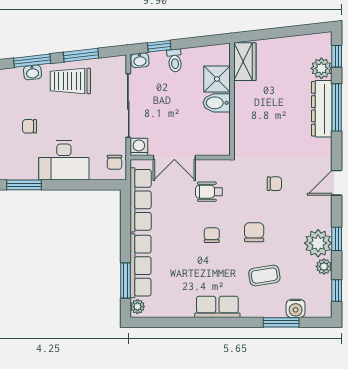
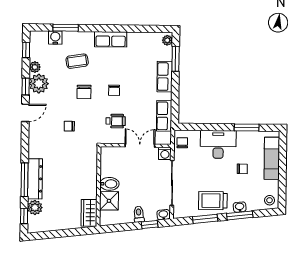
trolley: (70, 81) -> (213, 201), turned 180
door: (337, 183) -> (25, 113), moved
row of seats: (141, 200) -> (164, 116), width x0.68
row of seats: (141, 266) -> (165, 77), width x0.68

